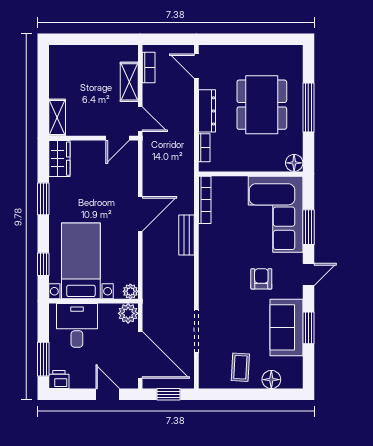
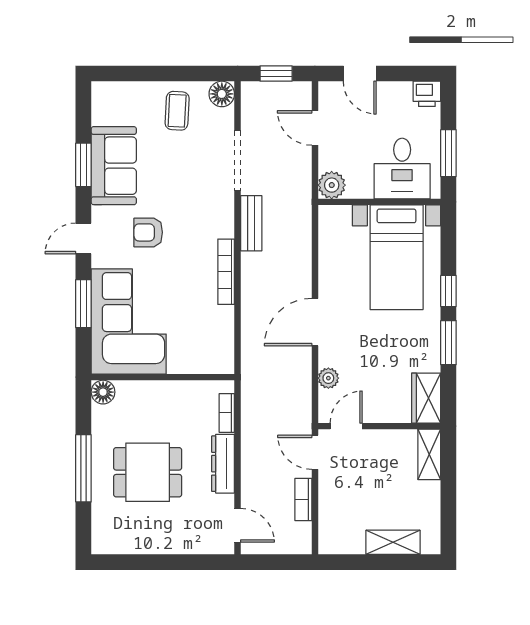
bookcase: (149, 67) -> (303, 499), moved
shelving: (129, 82) -> (393, 542), moved, turned 90
dining table: (262, 105) -> (148, 472), width x0.73
bookcase: (205, 200) -> (226, 272), moved
bench: (186, 235) -> (251, 223), moved
window: (43, 264) -> (448, 291), moved
armchair: (261, 279) -> (148, 232), turned 90
plant: (130, 291) -> (328, 378), moved
door: (140, 355) -> (315, 128), width x0.53
window: (43, 359) -> (448, 153), moved
floor lamp: (271, 380) -> (222, 94), moved

